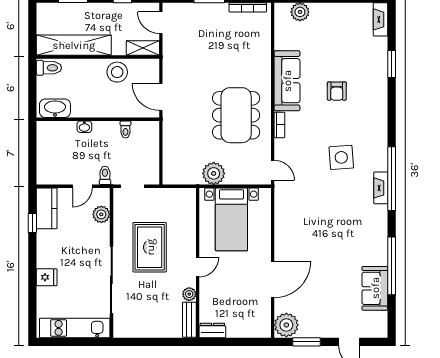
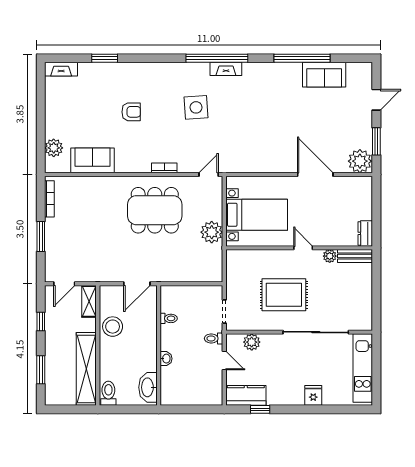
sofa: (287, 81) -> (92, 160), moved, width x0.73

